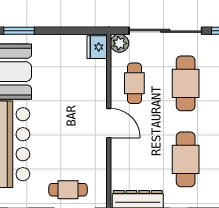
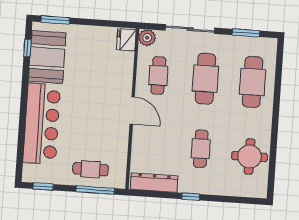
sliding door: (165, 31) -> (190, 29), width x0.73
cafe table: (186, 159) -> (201, 149), width x0.73, depth x0.74

